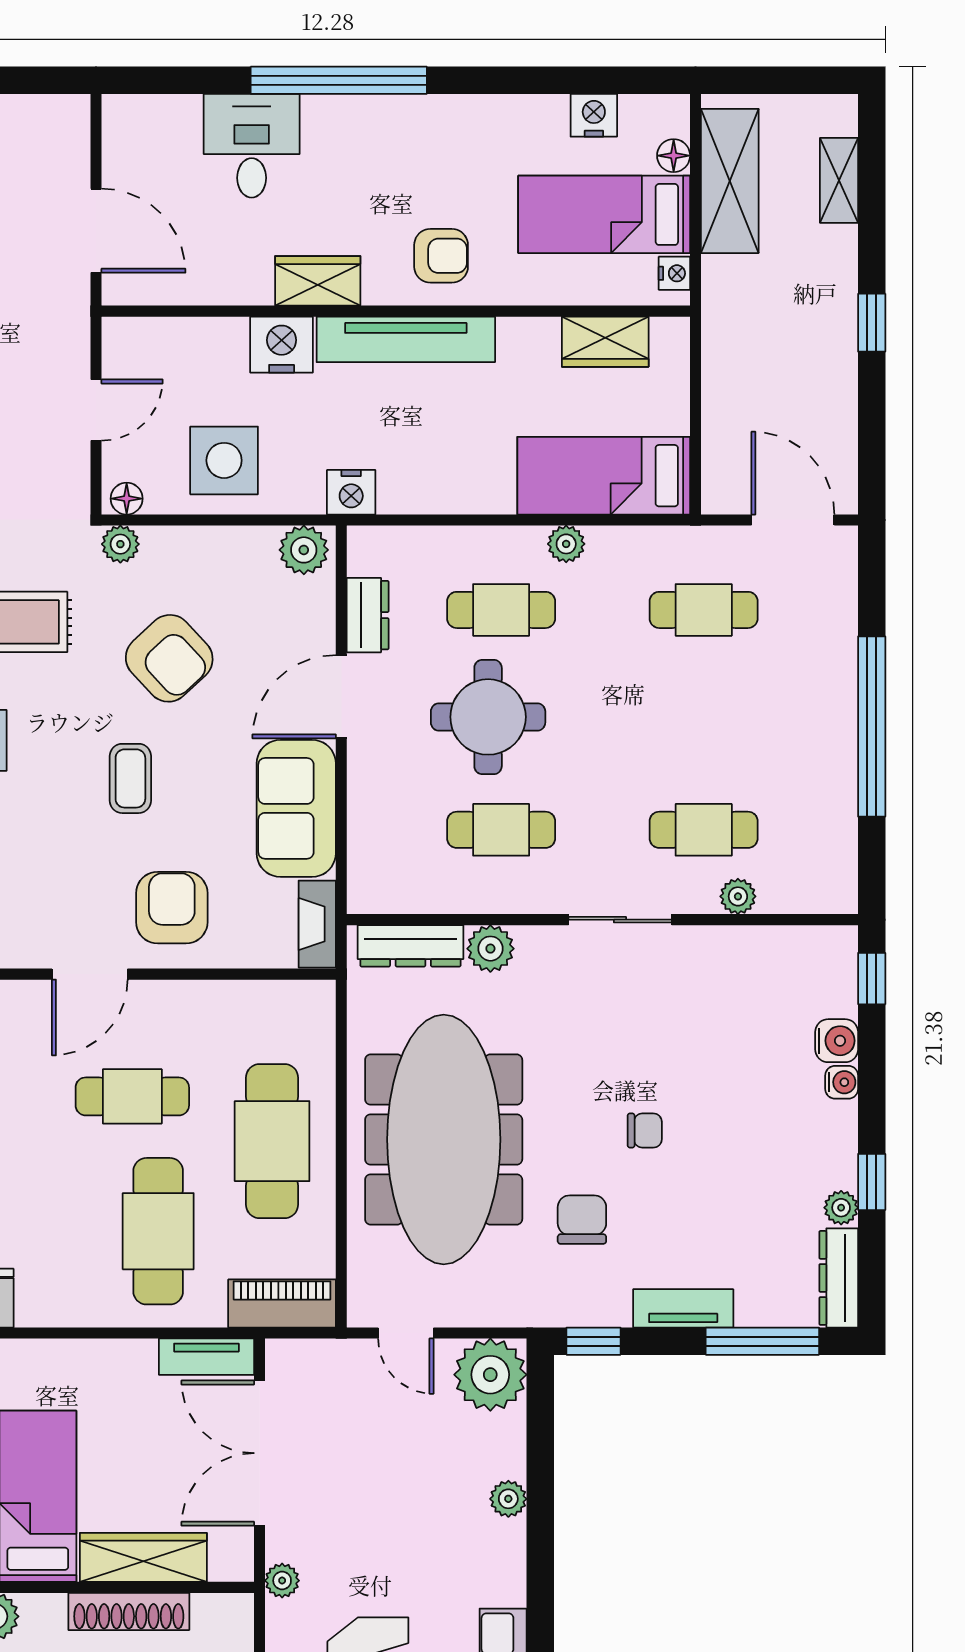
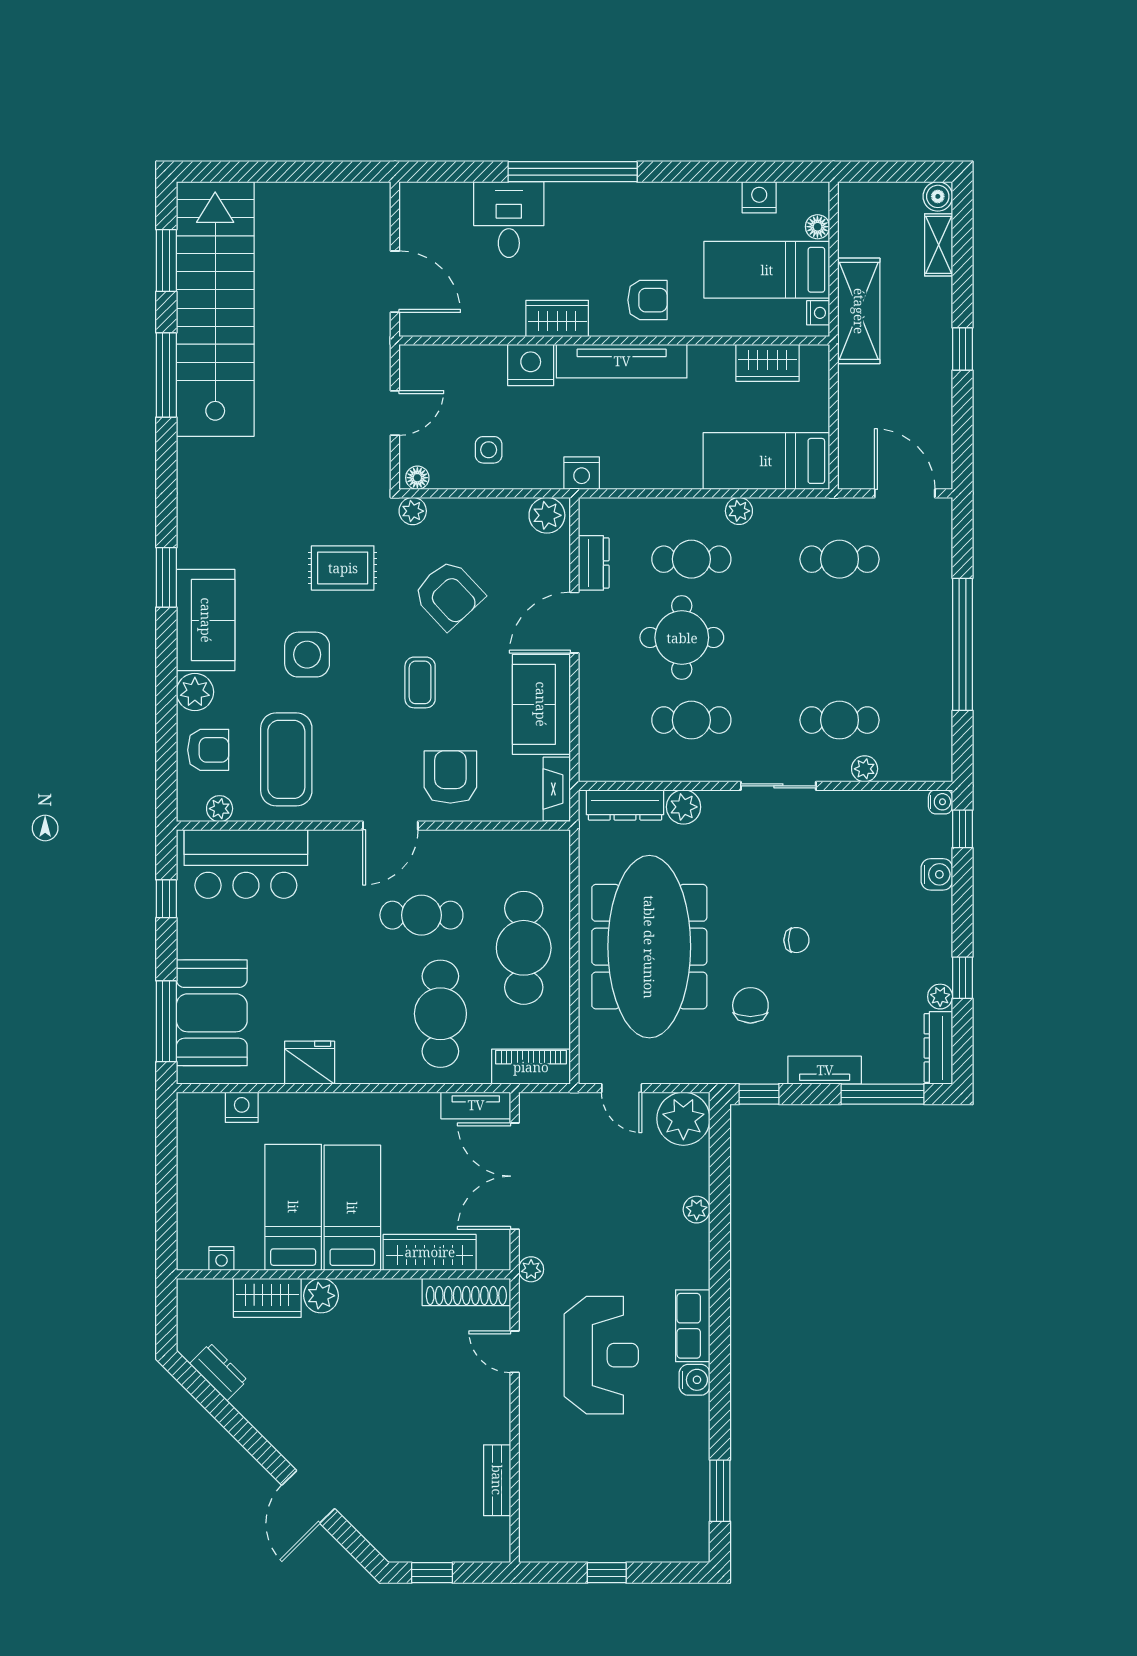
boiler: (838, 114) -> (938, 196), added
shelving: (730, 181) -> (859, 311), moved
side table: (224, 460) -> (489, 450), width x0.54, depth x0.54
water cooler: (842, 1082) -> (941, 802), moved
shoe rack: (129, 1611) -> (466, 1292), moved

